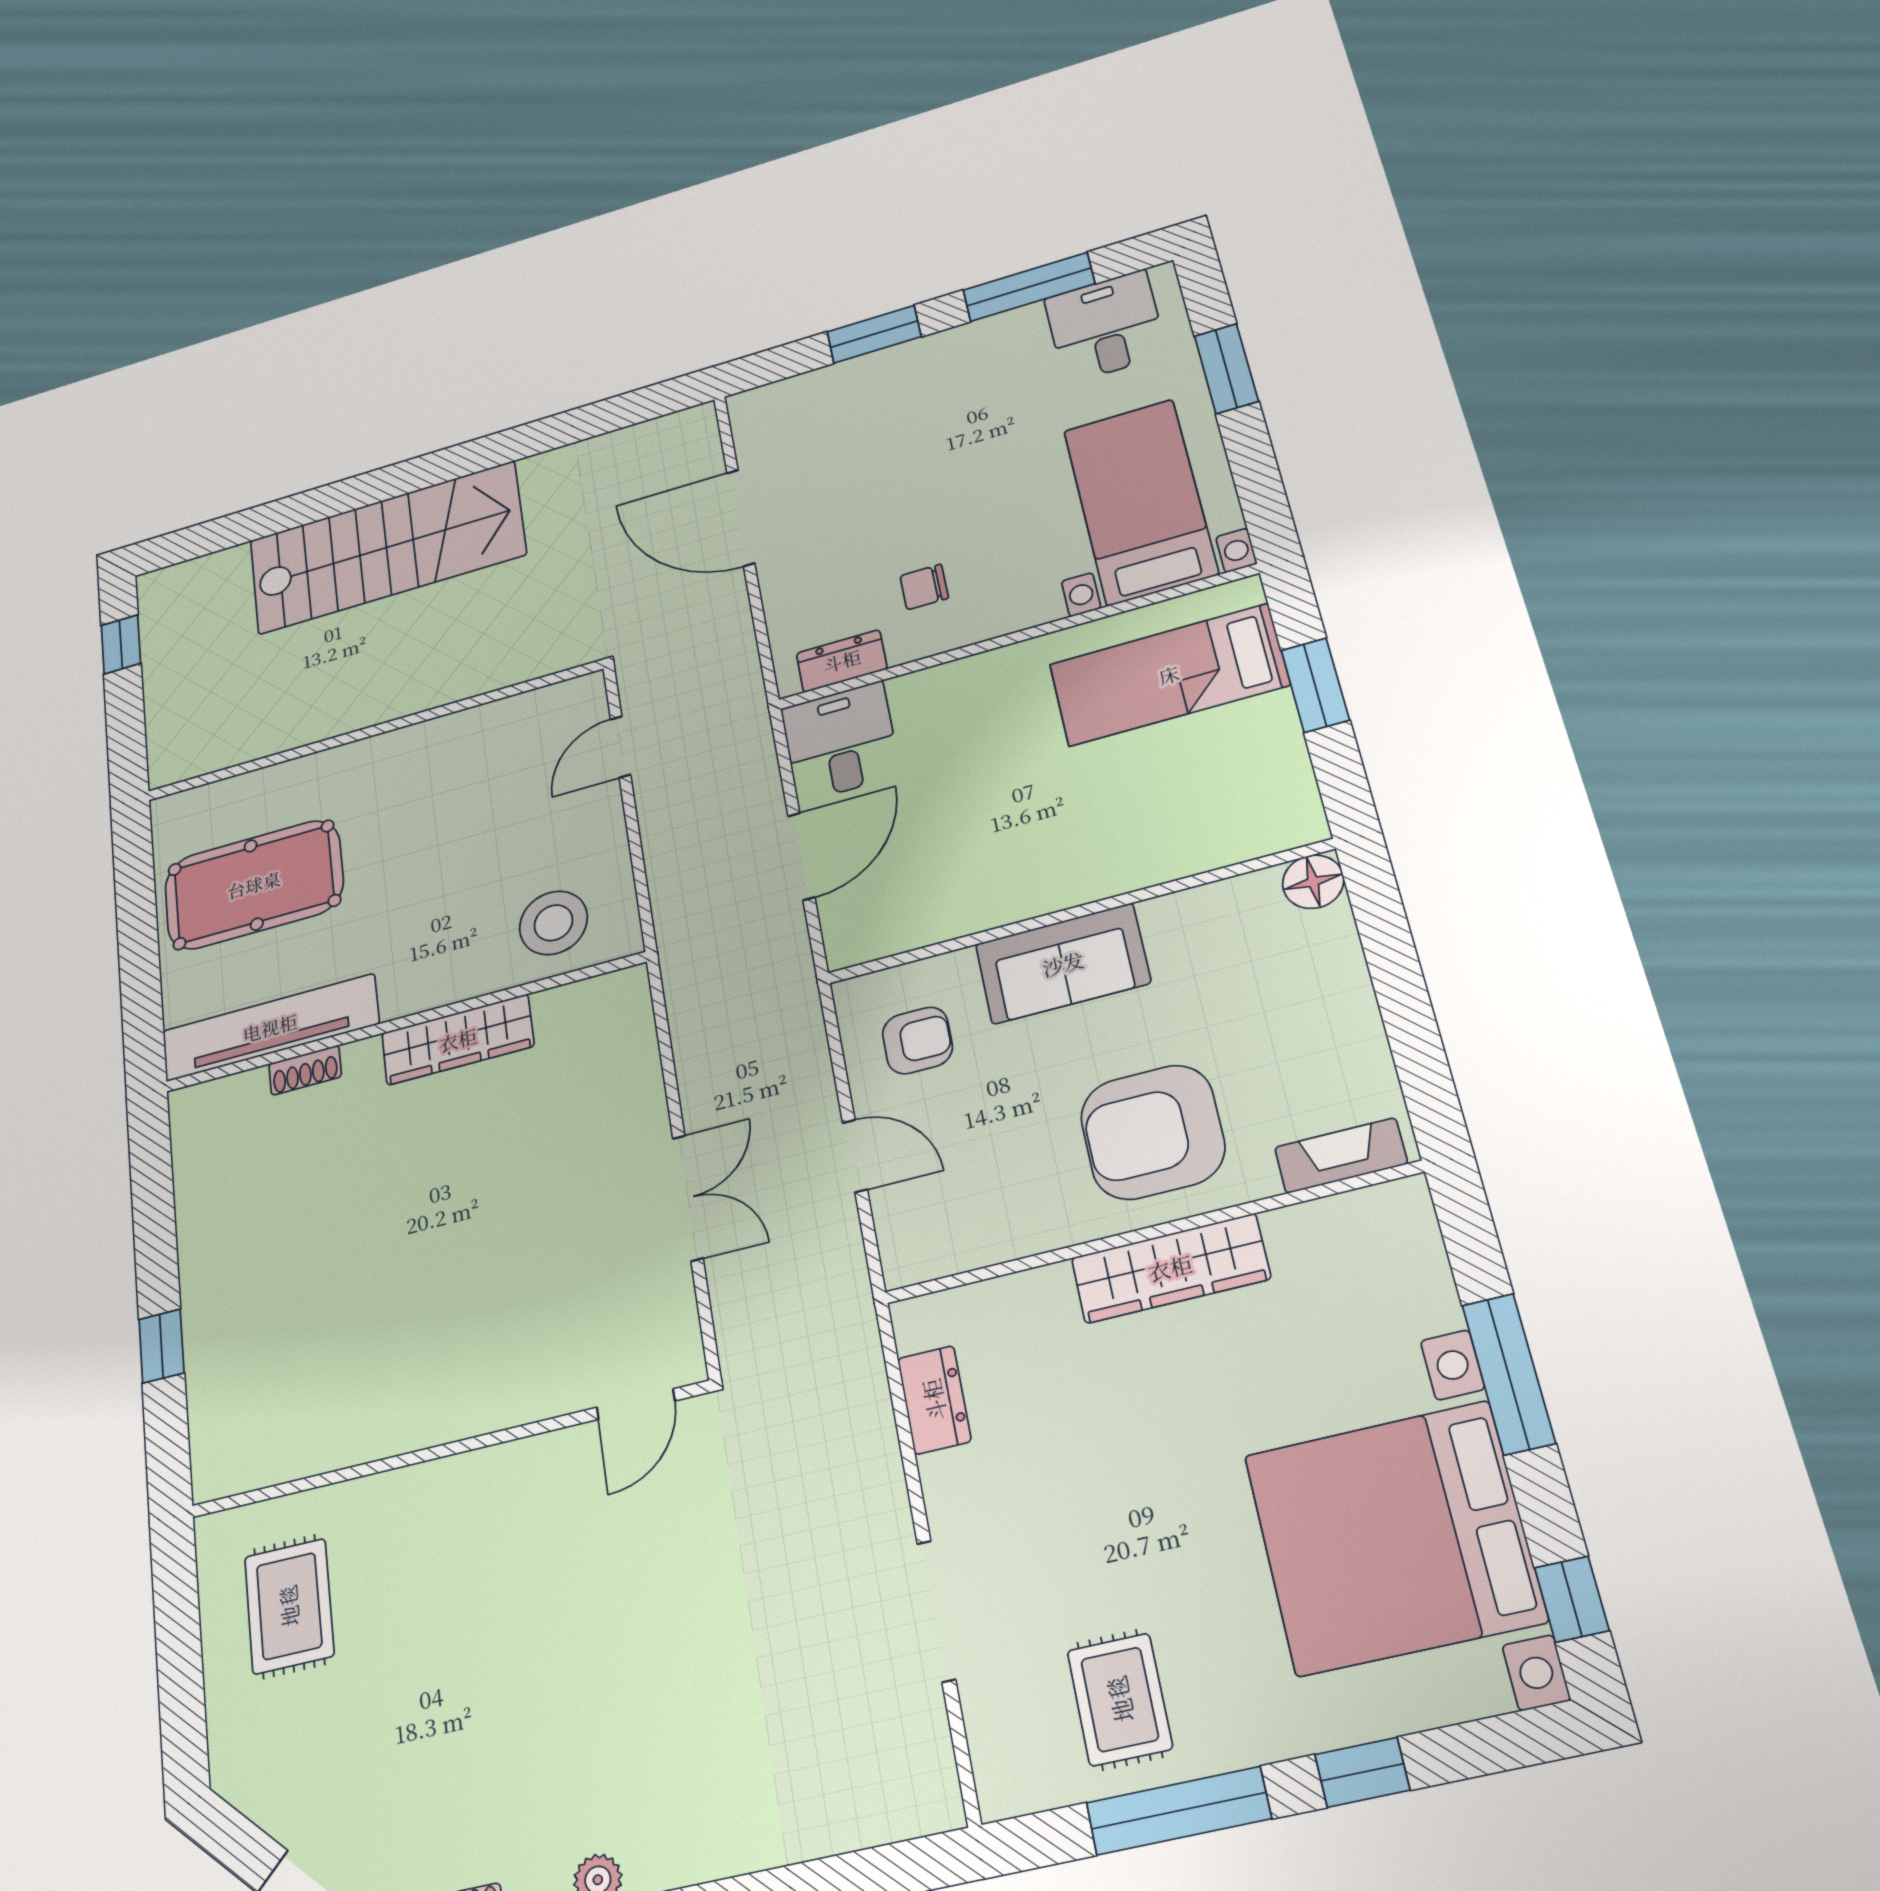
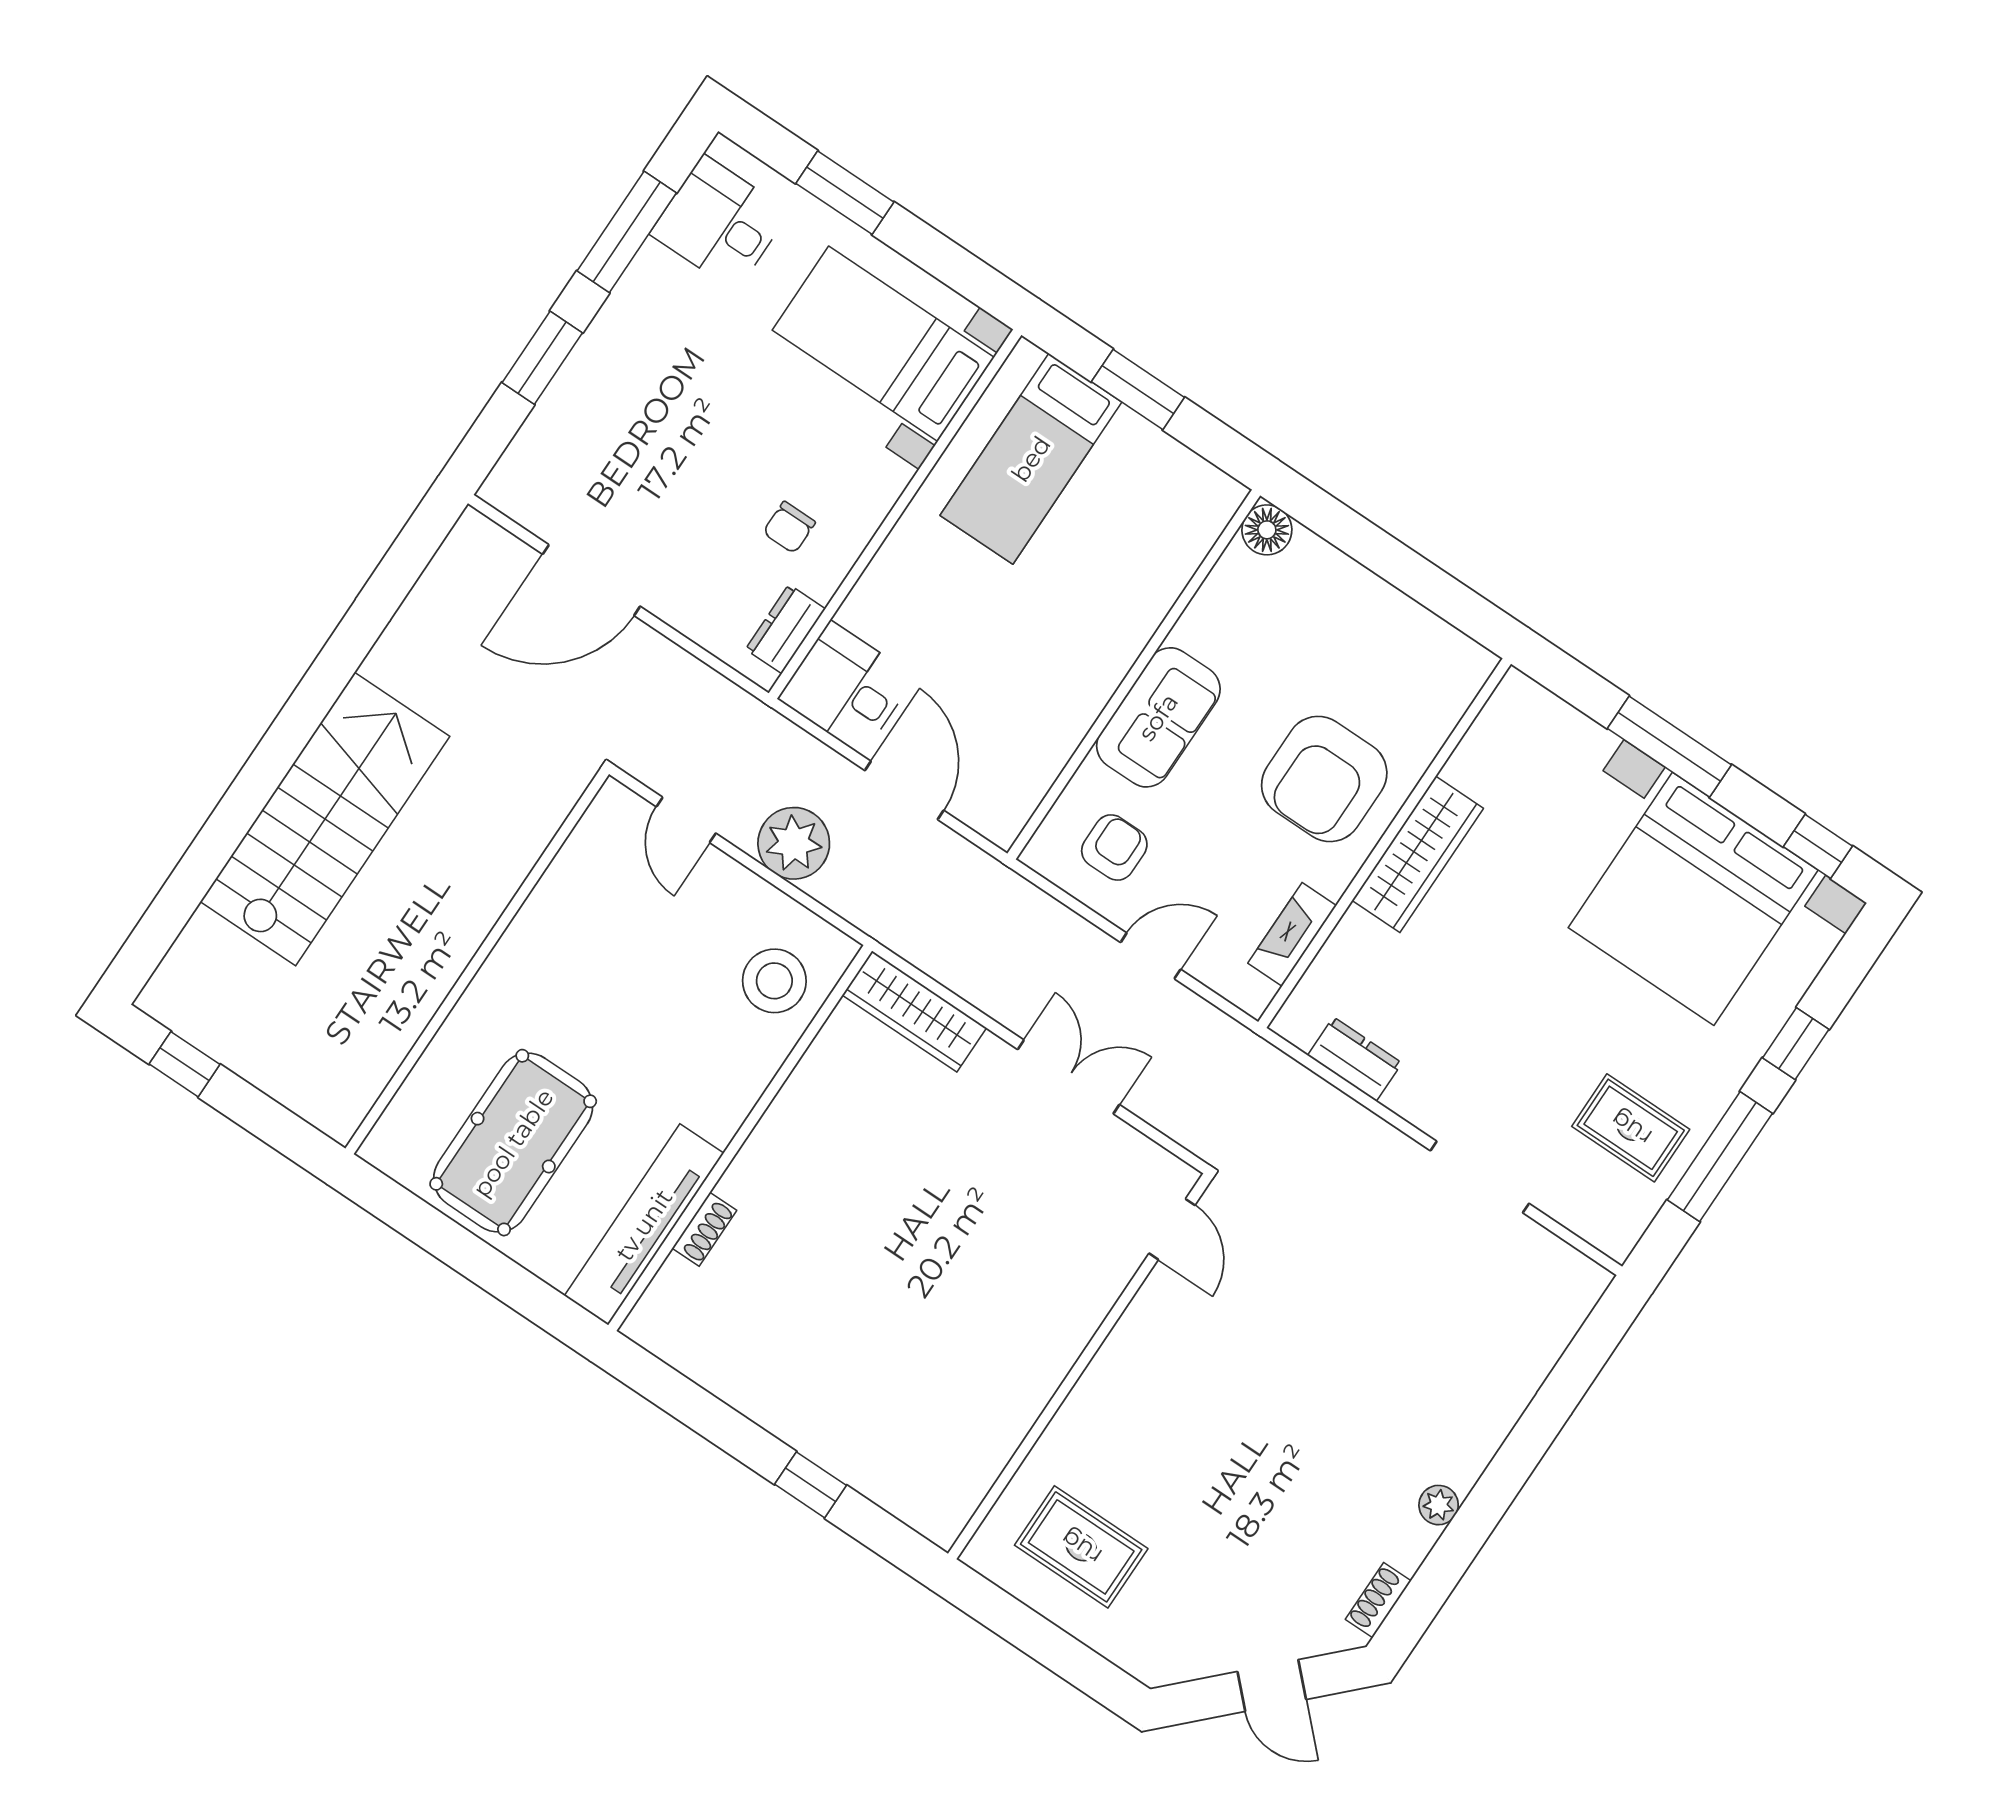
plant: (678, 829) -> (794, 843), added
wardrobe: (458, 1040) -> (914, 1011), moved, turned 90
fireplace: (1341, 1156) -> (1292, 934), moved

